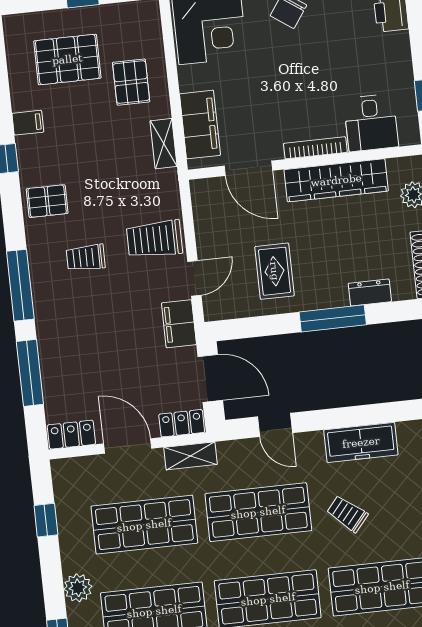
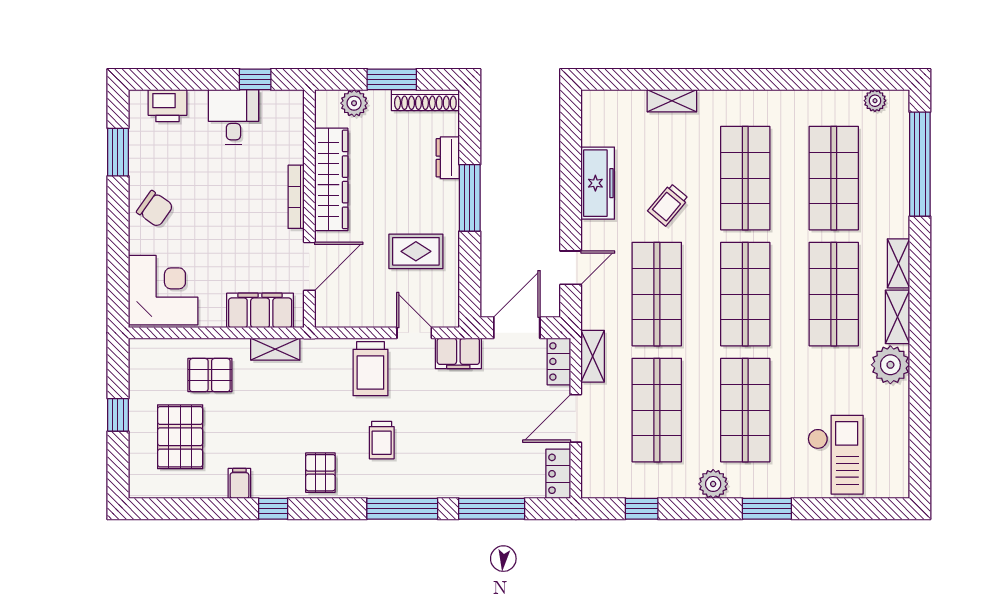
desk: (371, 123) -> (233, 117), moved, turned -90

